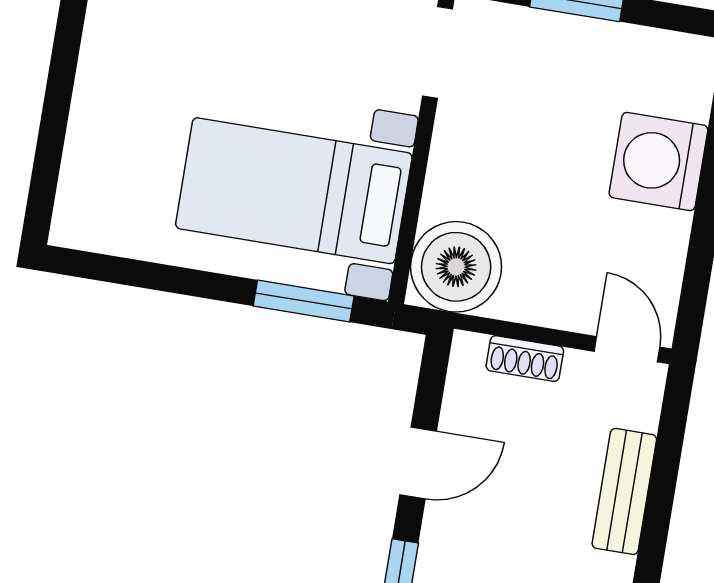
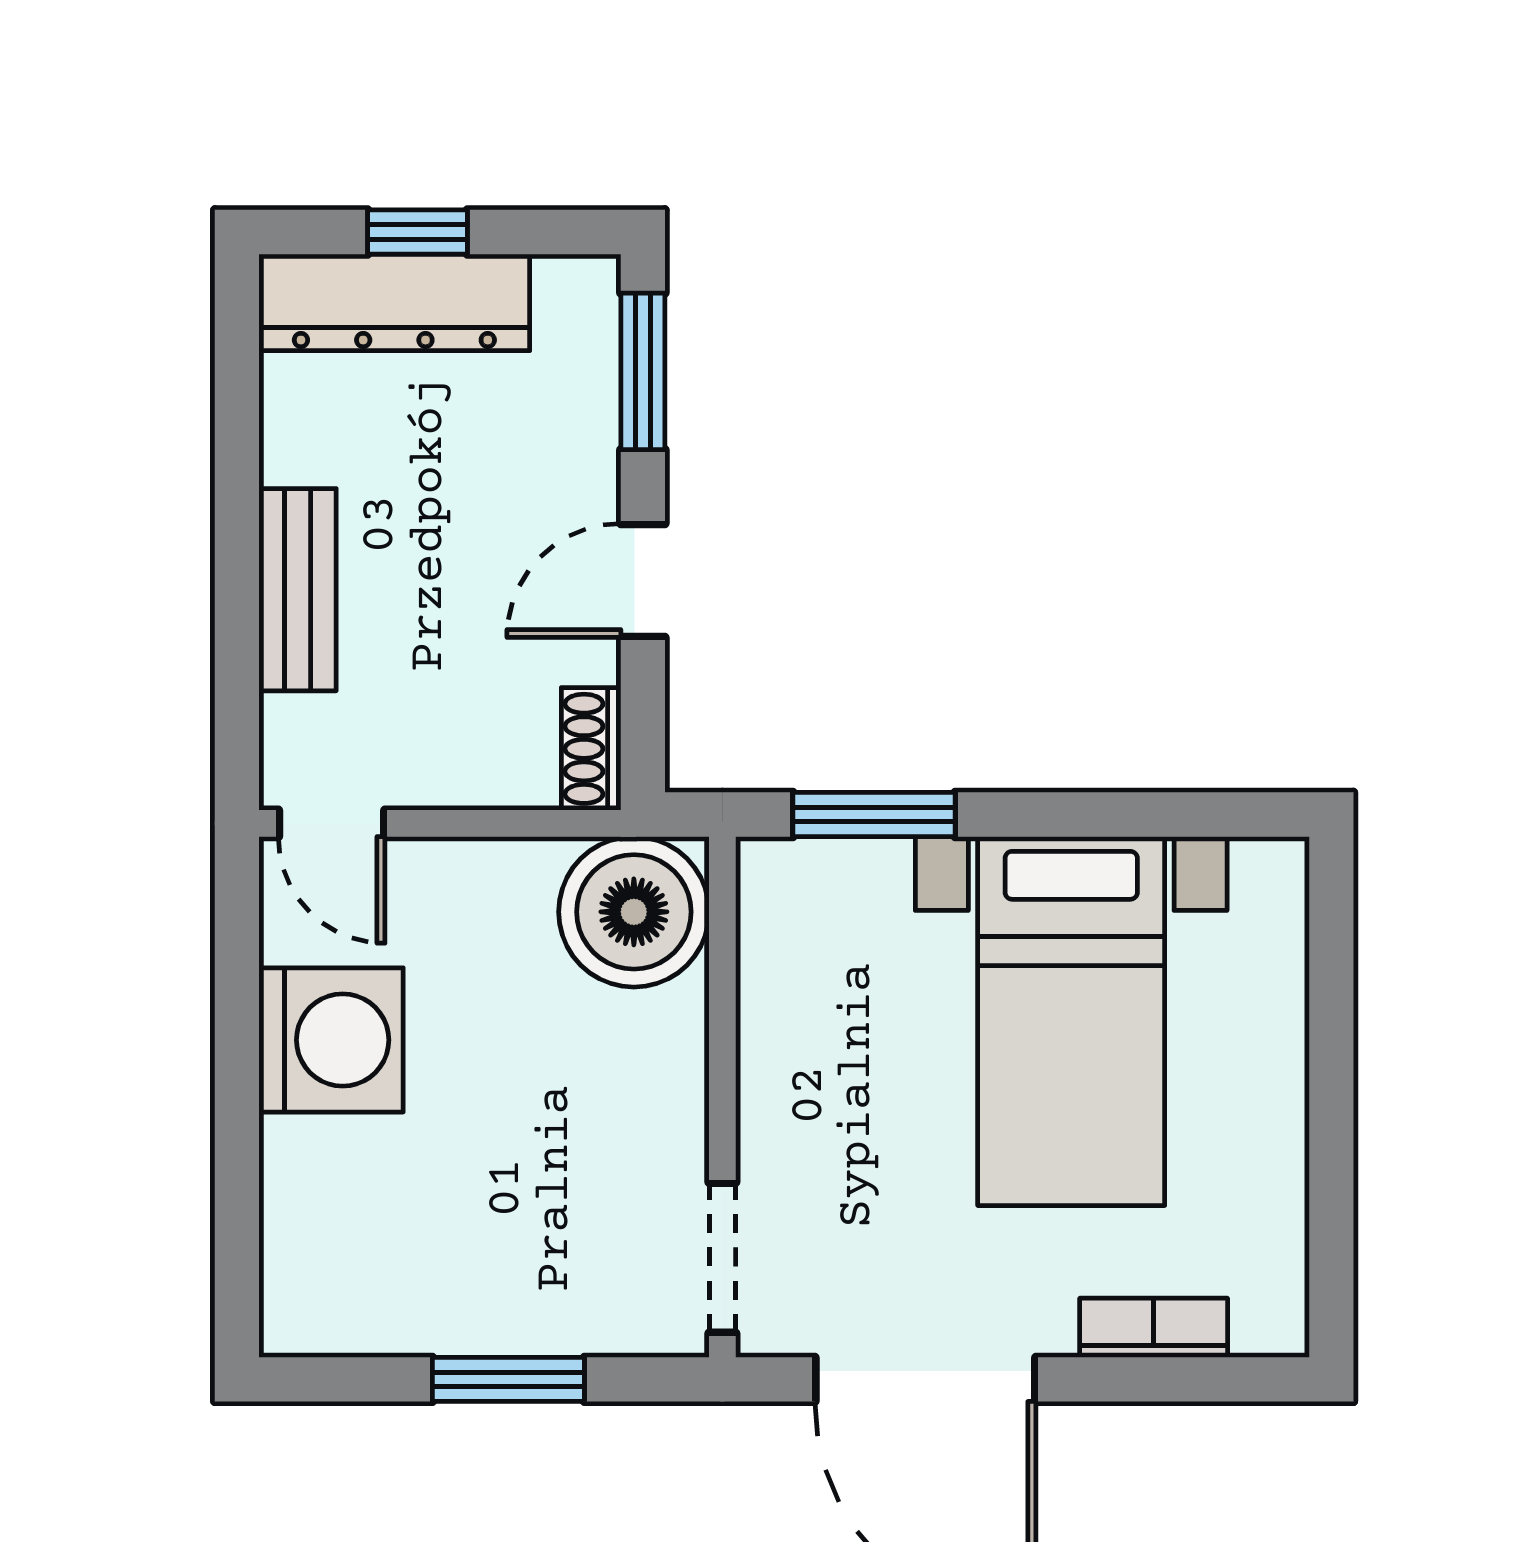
washing machine: (658, 162) -> (331, 1040), moved
bed with nightstands: (294, 191) -> (1071, 1021), moved, turned 90
shoe rack: (525, 359) -> (591, 749), moved, turned -90

